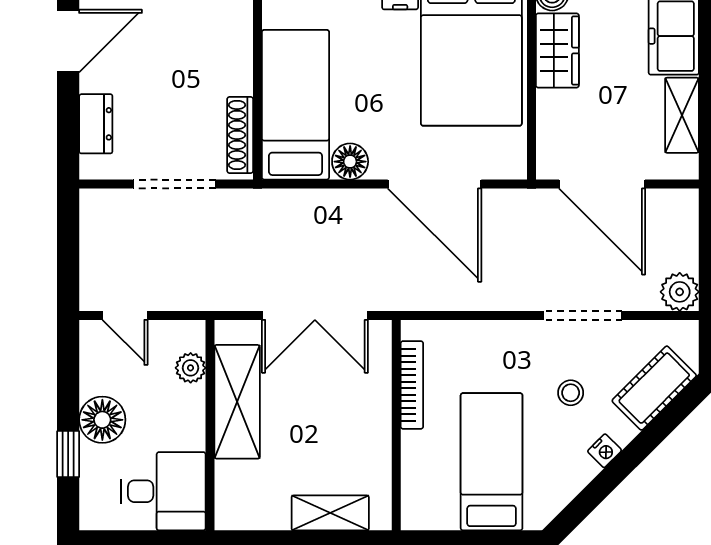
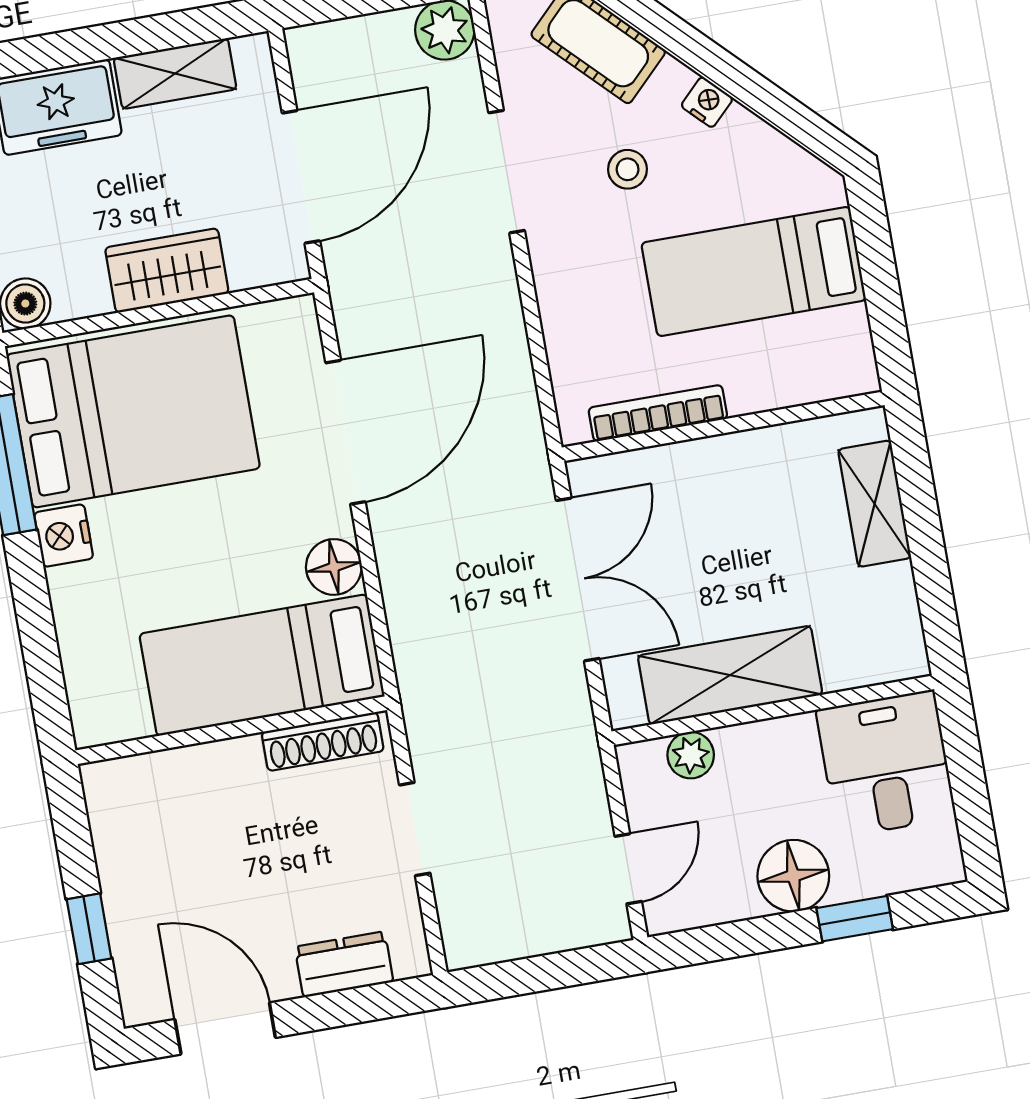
wardrobe: (557, 51) -> (167, 271), moved
doorway: (174, 184) -> (415, 829), width x0.73

